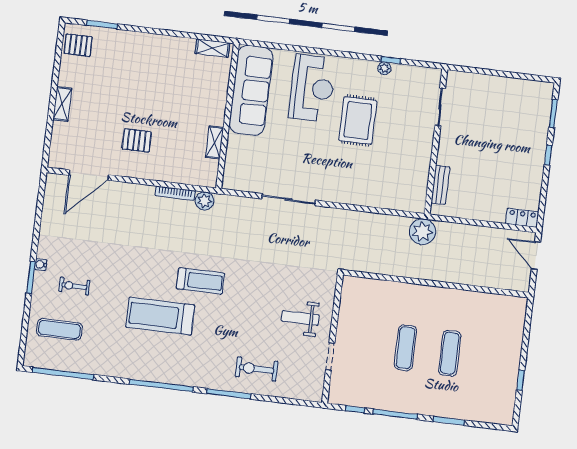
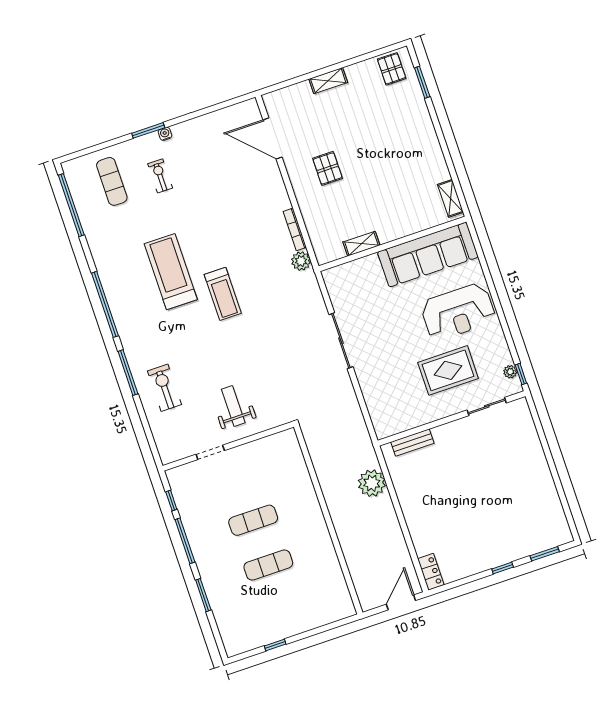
sliding door: (440, 107) -> (487, 406), moved
wall: (436, 142) -> (452, 418), moved
bench: (440, 185) -> (412, 443), moved

